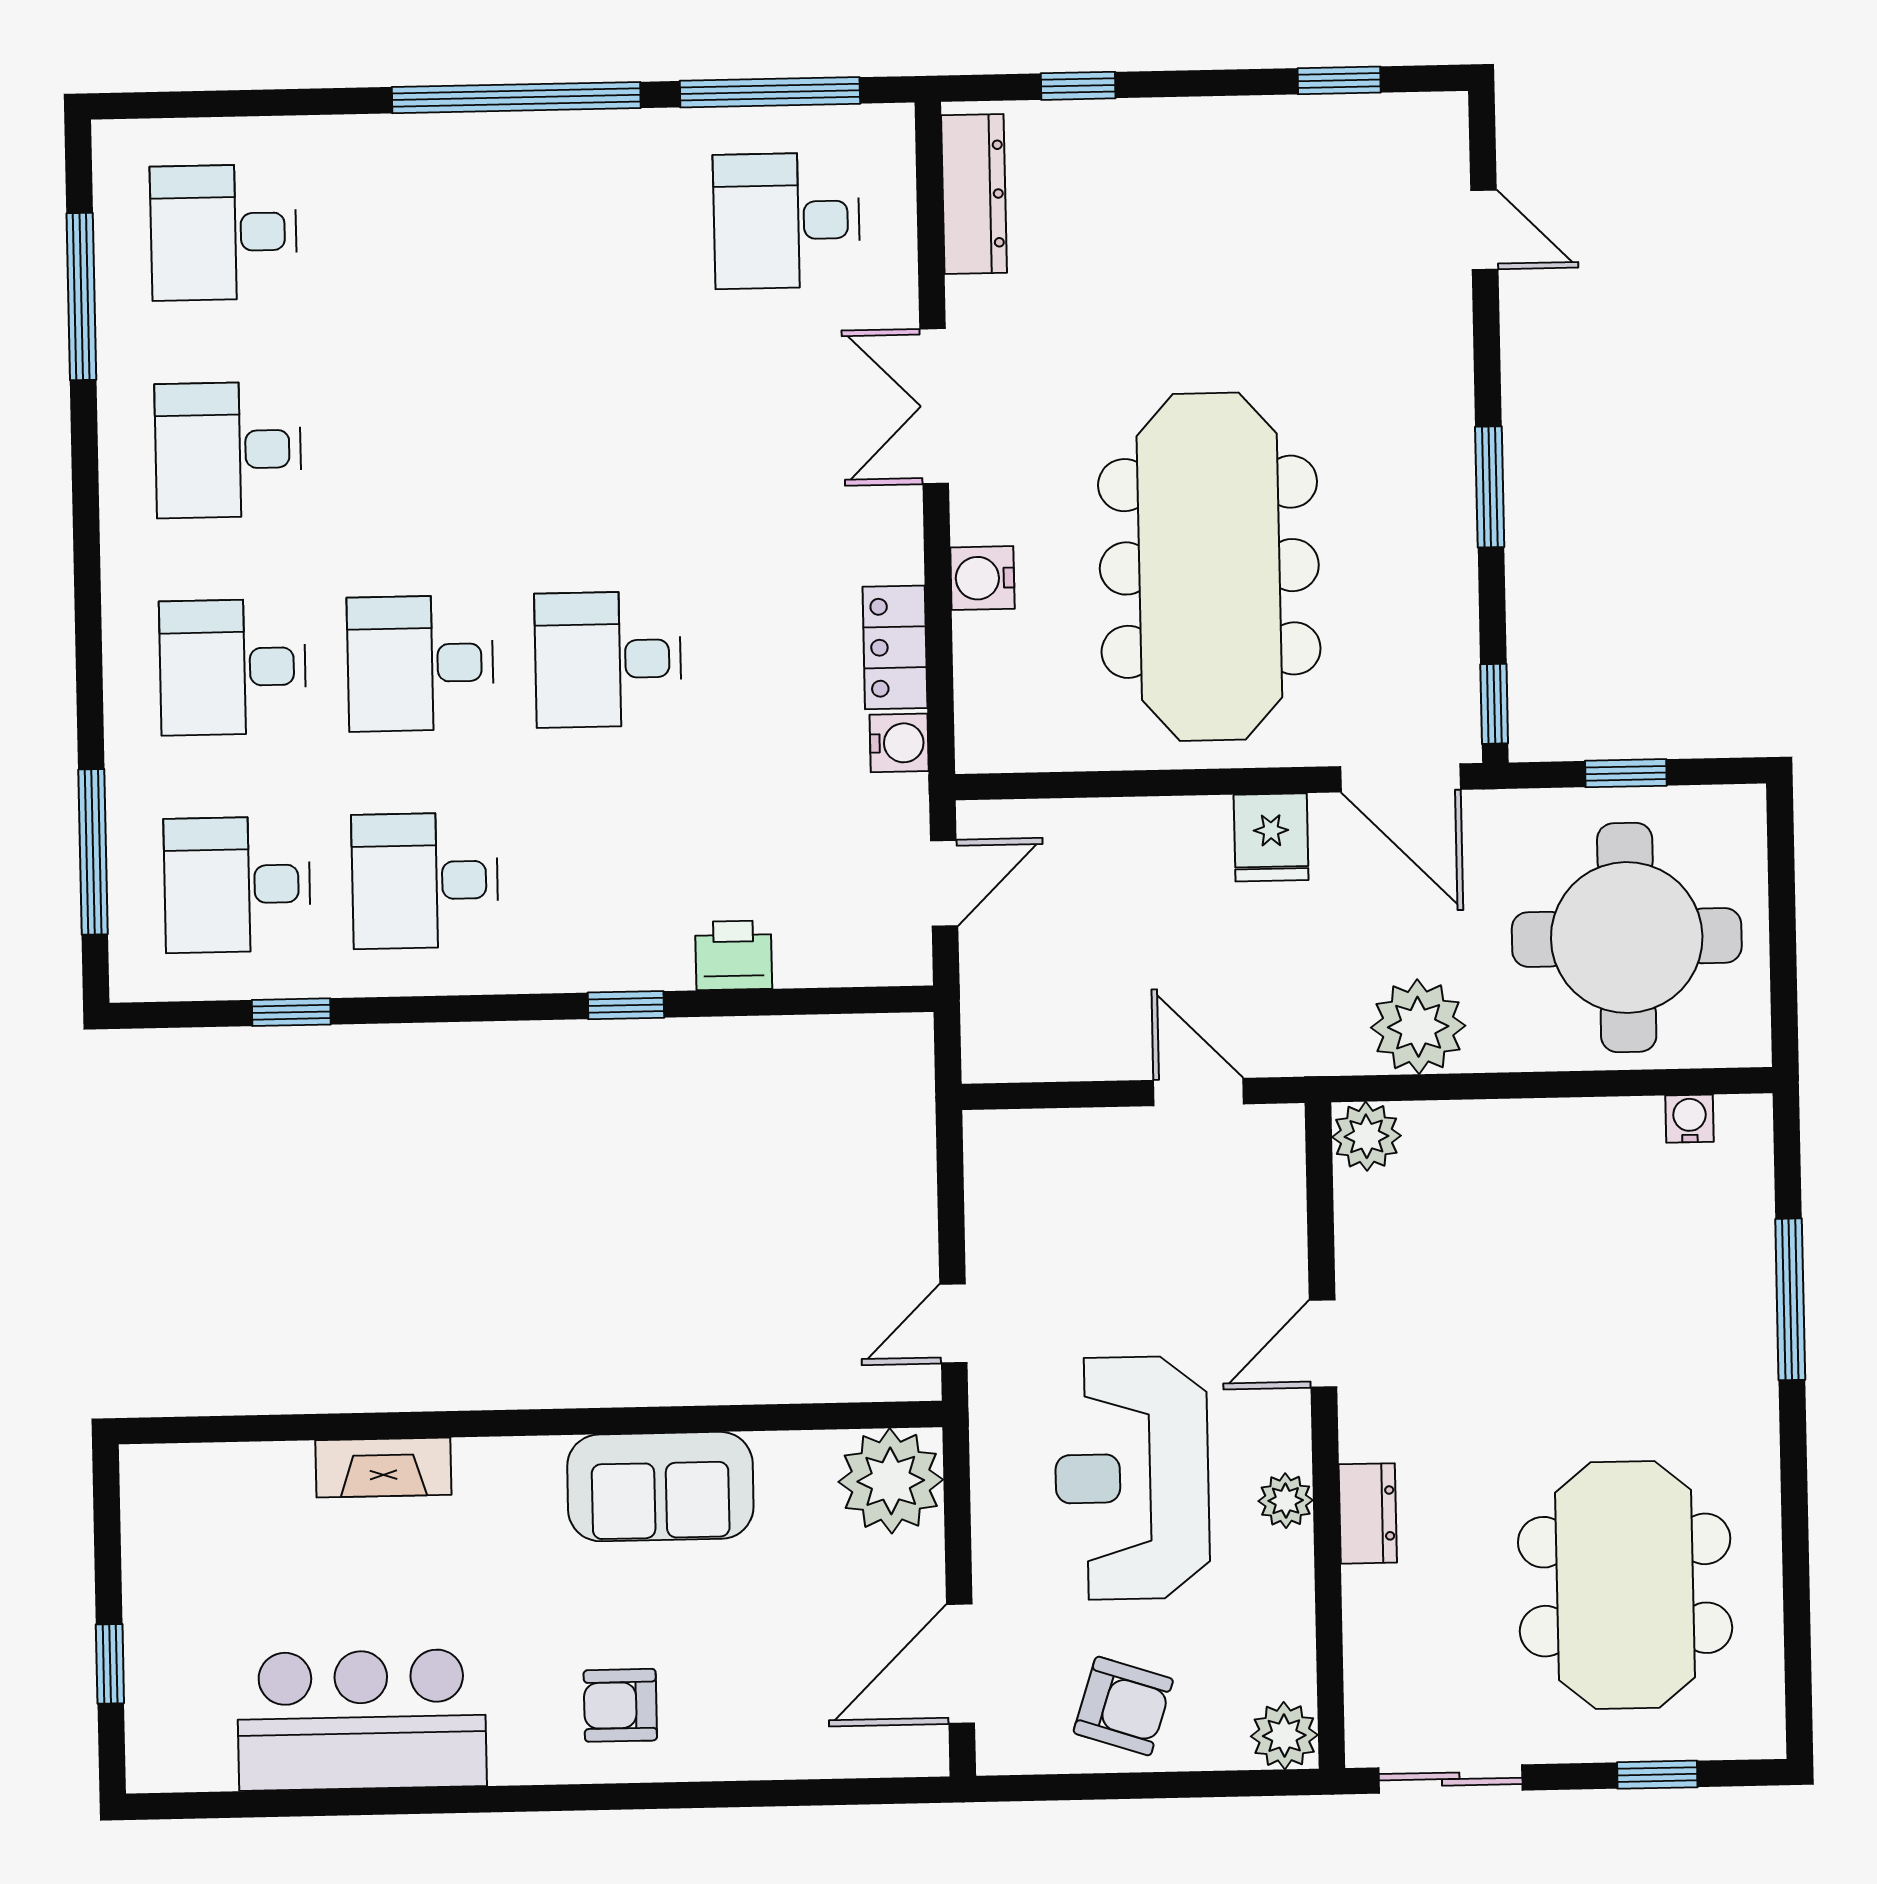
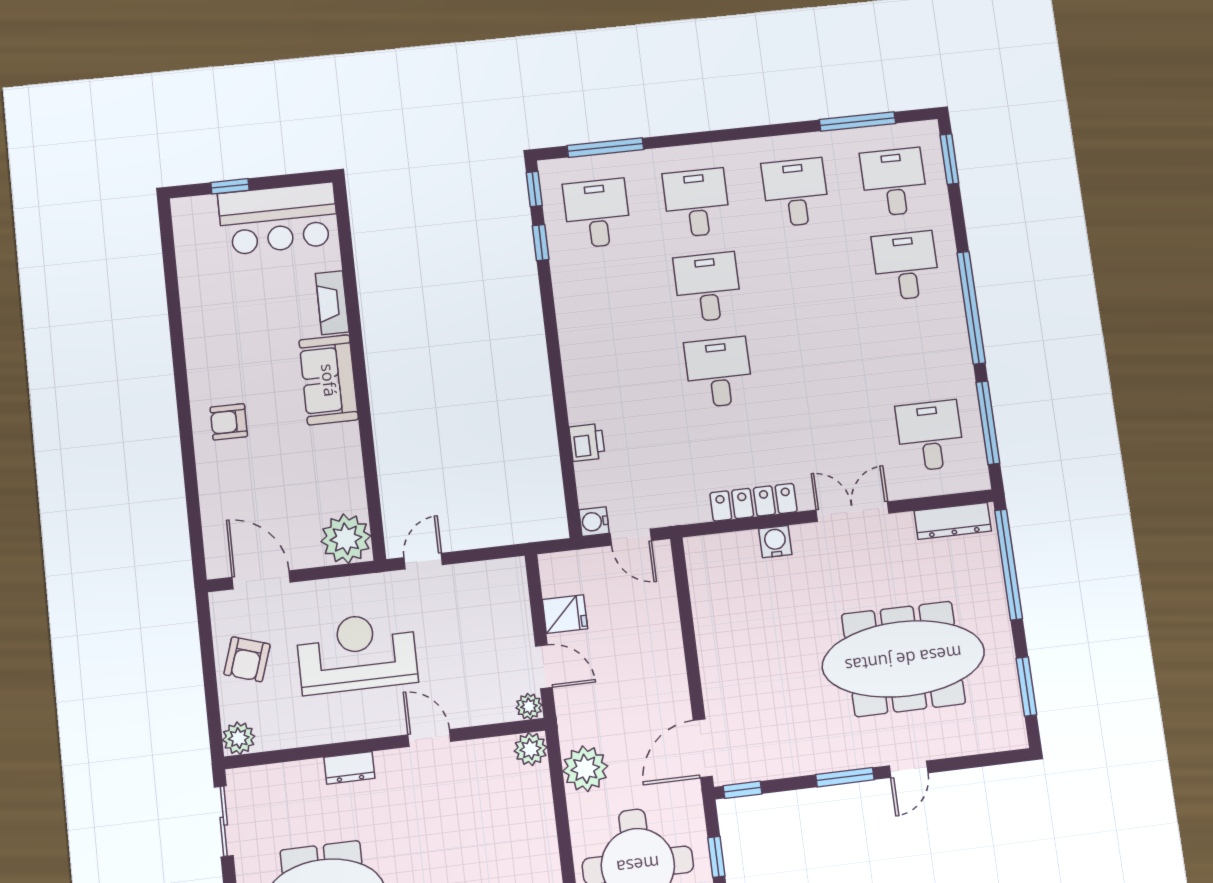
window: (1339, 80) -> (1026, 686), width x1.50
window: (1078, 86) -> (1009, 564), width x3.17
window: (183, 105) -> (949, 159), added
door: (1484, 230) -> (909, 769), moved
meeting table: (1209, 567) -> (903, 659), moved
locker: (895, 647) -> (754, 502), width x1.53
water cooler: (899, 743) -> (594, 522), moved, turned 90
fridge: (1271, 837) -> (565, 614), moved, turned 180
desk: (425, 881) -> (906, 266), moved
window: (626, 1005) -> (534, 189), moved
door: (1199, 1092) -> (544, 667), hinge flipped
door: (953, 1324) -> (423, 561), hinge flipped
sofa: (660, 1487) -> (329, 380), moved
plant: (1286, 1501) -> (529, 706), moved
armchair: (620, 1705) -> (229, 422), turned -90
bar counter: (362, 1720) -> (278, 219), moved, turned 90

